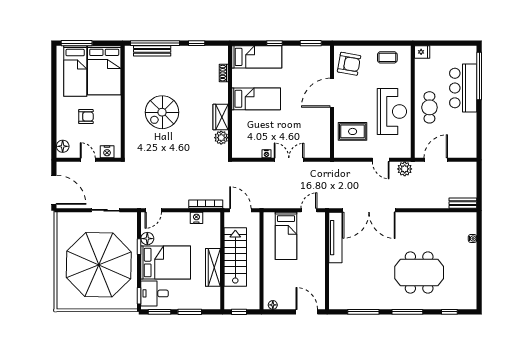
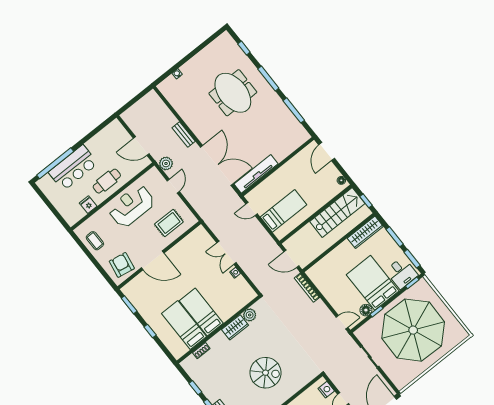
fridge: (422, 52) -> (88, 205), moved
bed: (257, 57) -> (184, 325), moved
rug: (353, 131) -> (169, 223), turned 90
bench: (463, 203) -> (184, 134), moved
door: (240, 210) -> (291, 259), hinge flipped
nightstand: (196, 218) -> (322, 286), removed
stairs: (235, 257) -> (337, 213), moved, turned 180
wardrobe: (213, 267) -> (365, 232), moved

